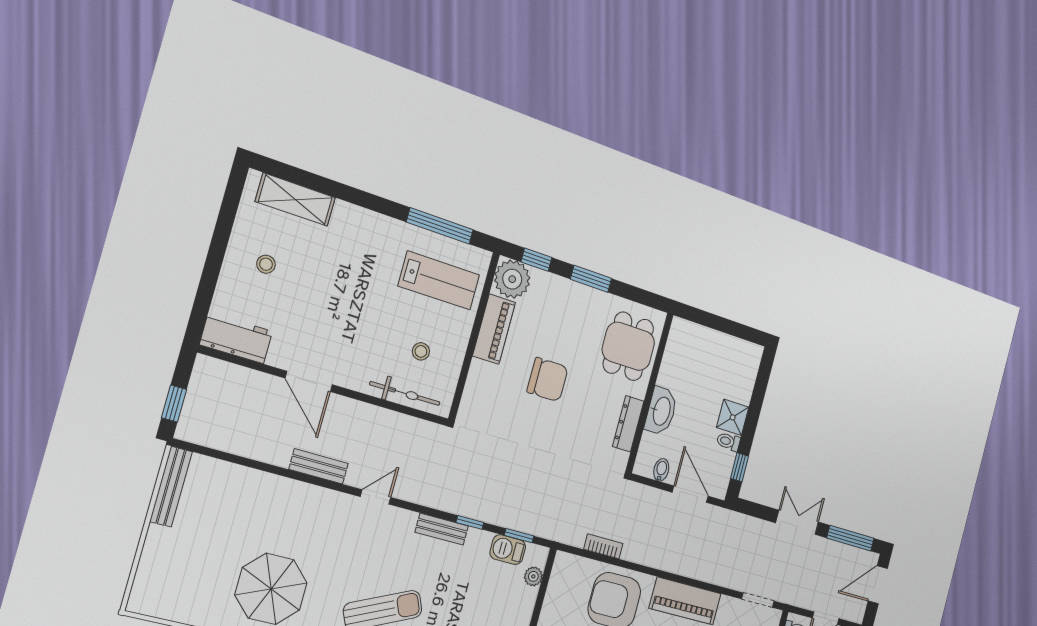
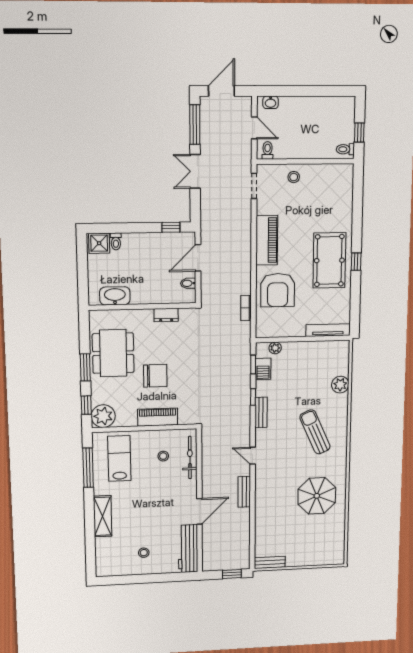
shelving: (295, 200) -> (103, 516), moved
piano: (494, 329) -> (158, 417), moved
workbench: (236, 338) -> (188, 549), width x1.38
dining table: (628, 346) -> (113, 353), moved, width x1.38
chair: (548, 380) -> (155, 376), turned 90
washbasin: (661, 411) -> (115, 296), moved
shower: (733, 417) -> (99, 243), moved
dresser: (628, 424) -> (166, 315), width x0.70
toilet: (728, 442) -> (116, 241), moved
bench: (171, 487) -> (270, 562), width x0.73
door: (878, 585) -> (221, 91), swing flipped

